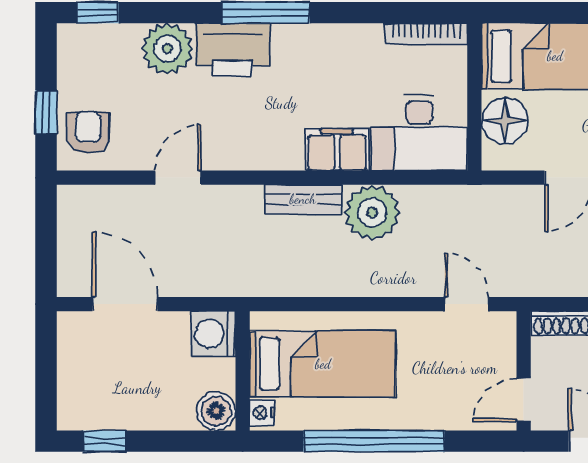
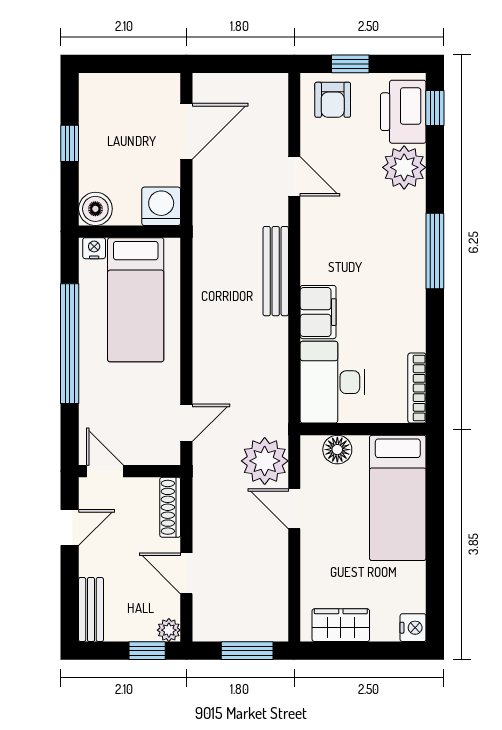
printer: (233, 50) -> (403, 112), moved
floor lamp: (505, 121) -> (337, 450), width x0.73, depth x0.73
armchair: (88, 133) -> (333, 100), turned 90
bench: (303, 199) -> (276, 271), width x1.36
plant: (372, 212) -> (265, 461), moved
window: (105, 441) -> (70, 143), moved

